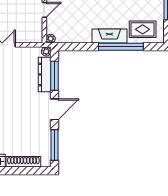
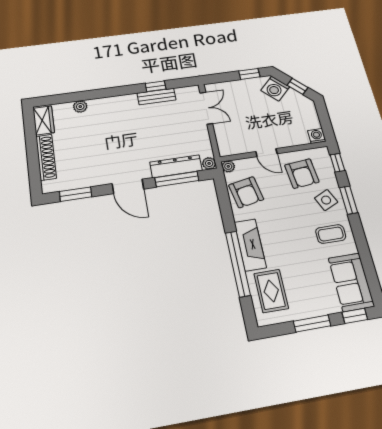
armchair: (72, 31) -> (246, 192), added
window: (54, 145) -> (76, 194), width x0.69

